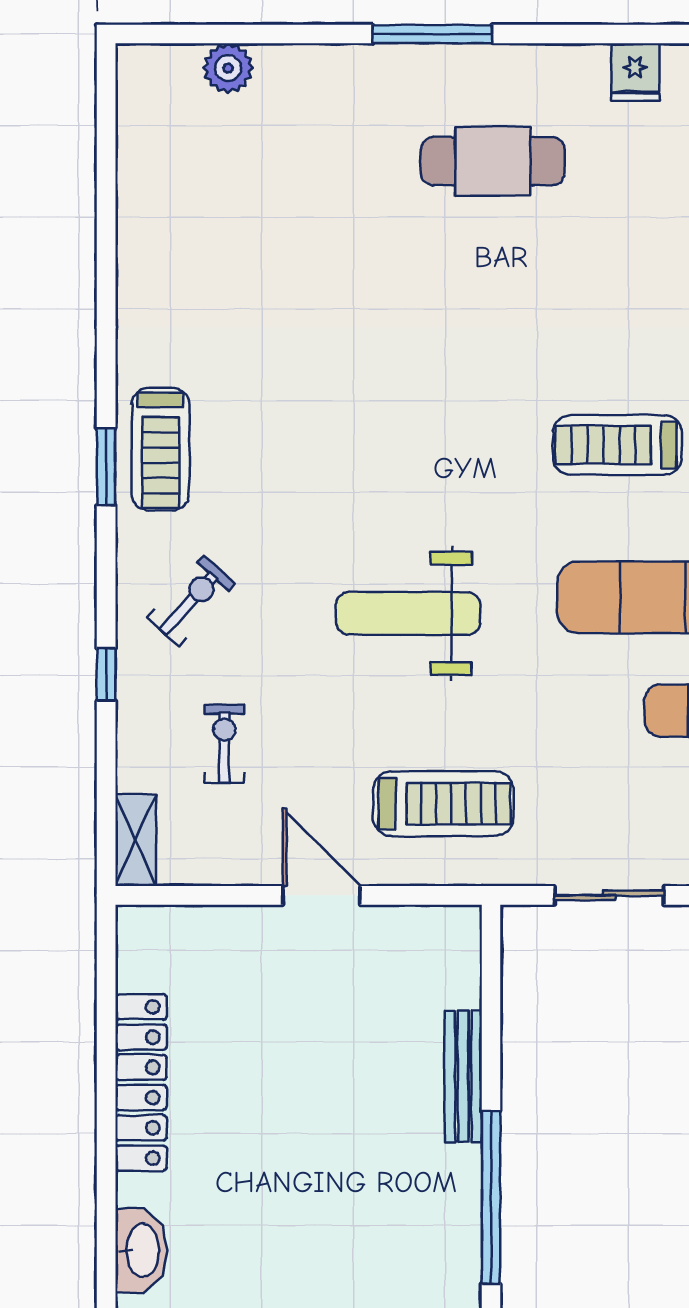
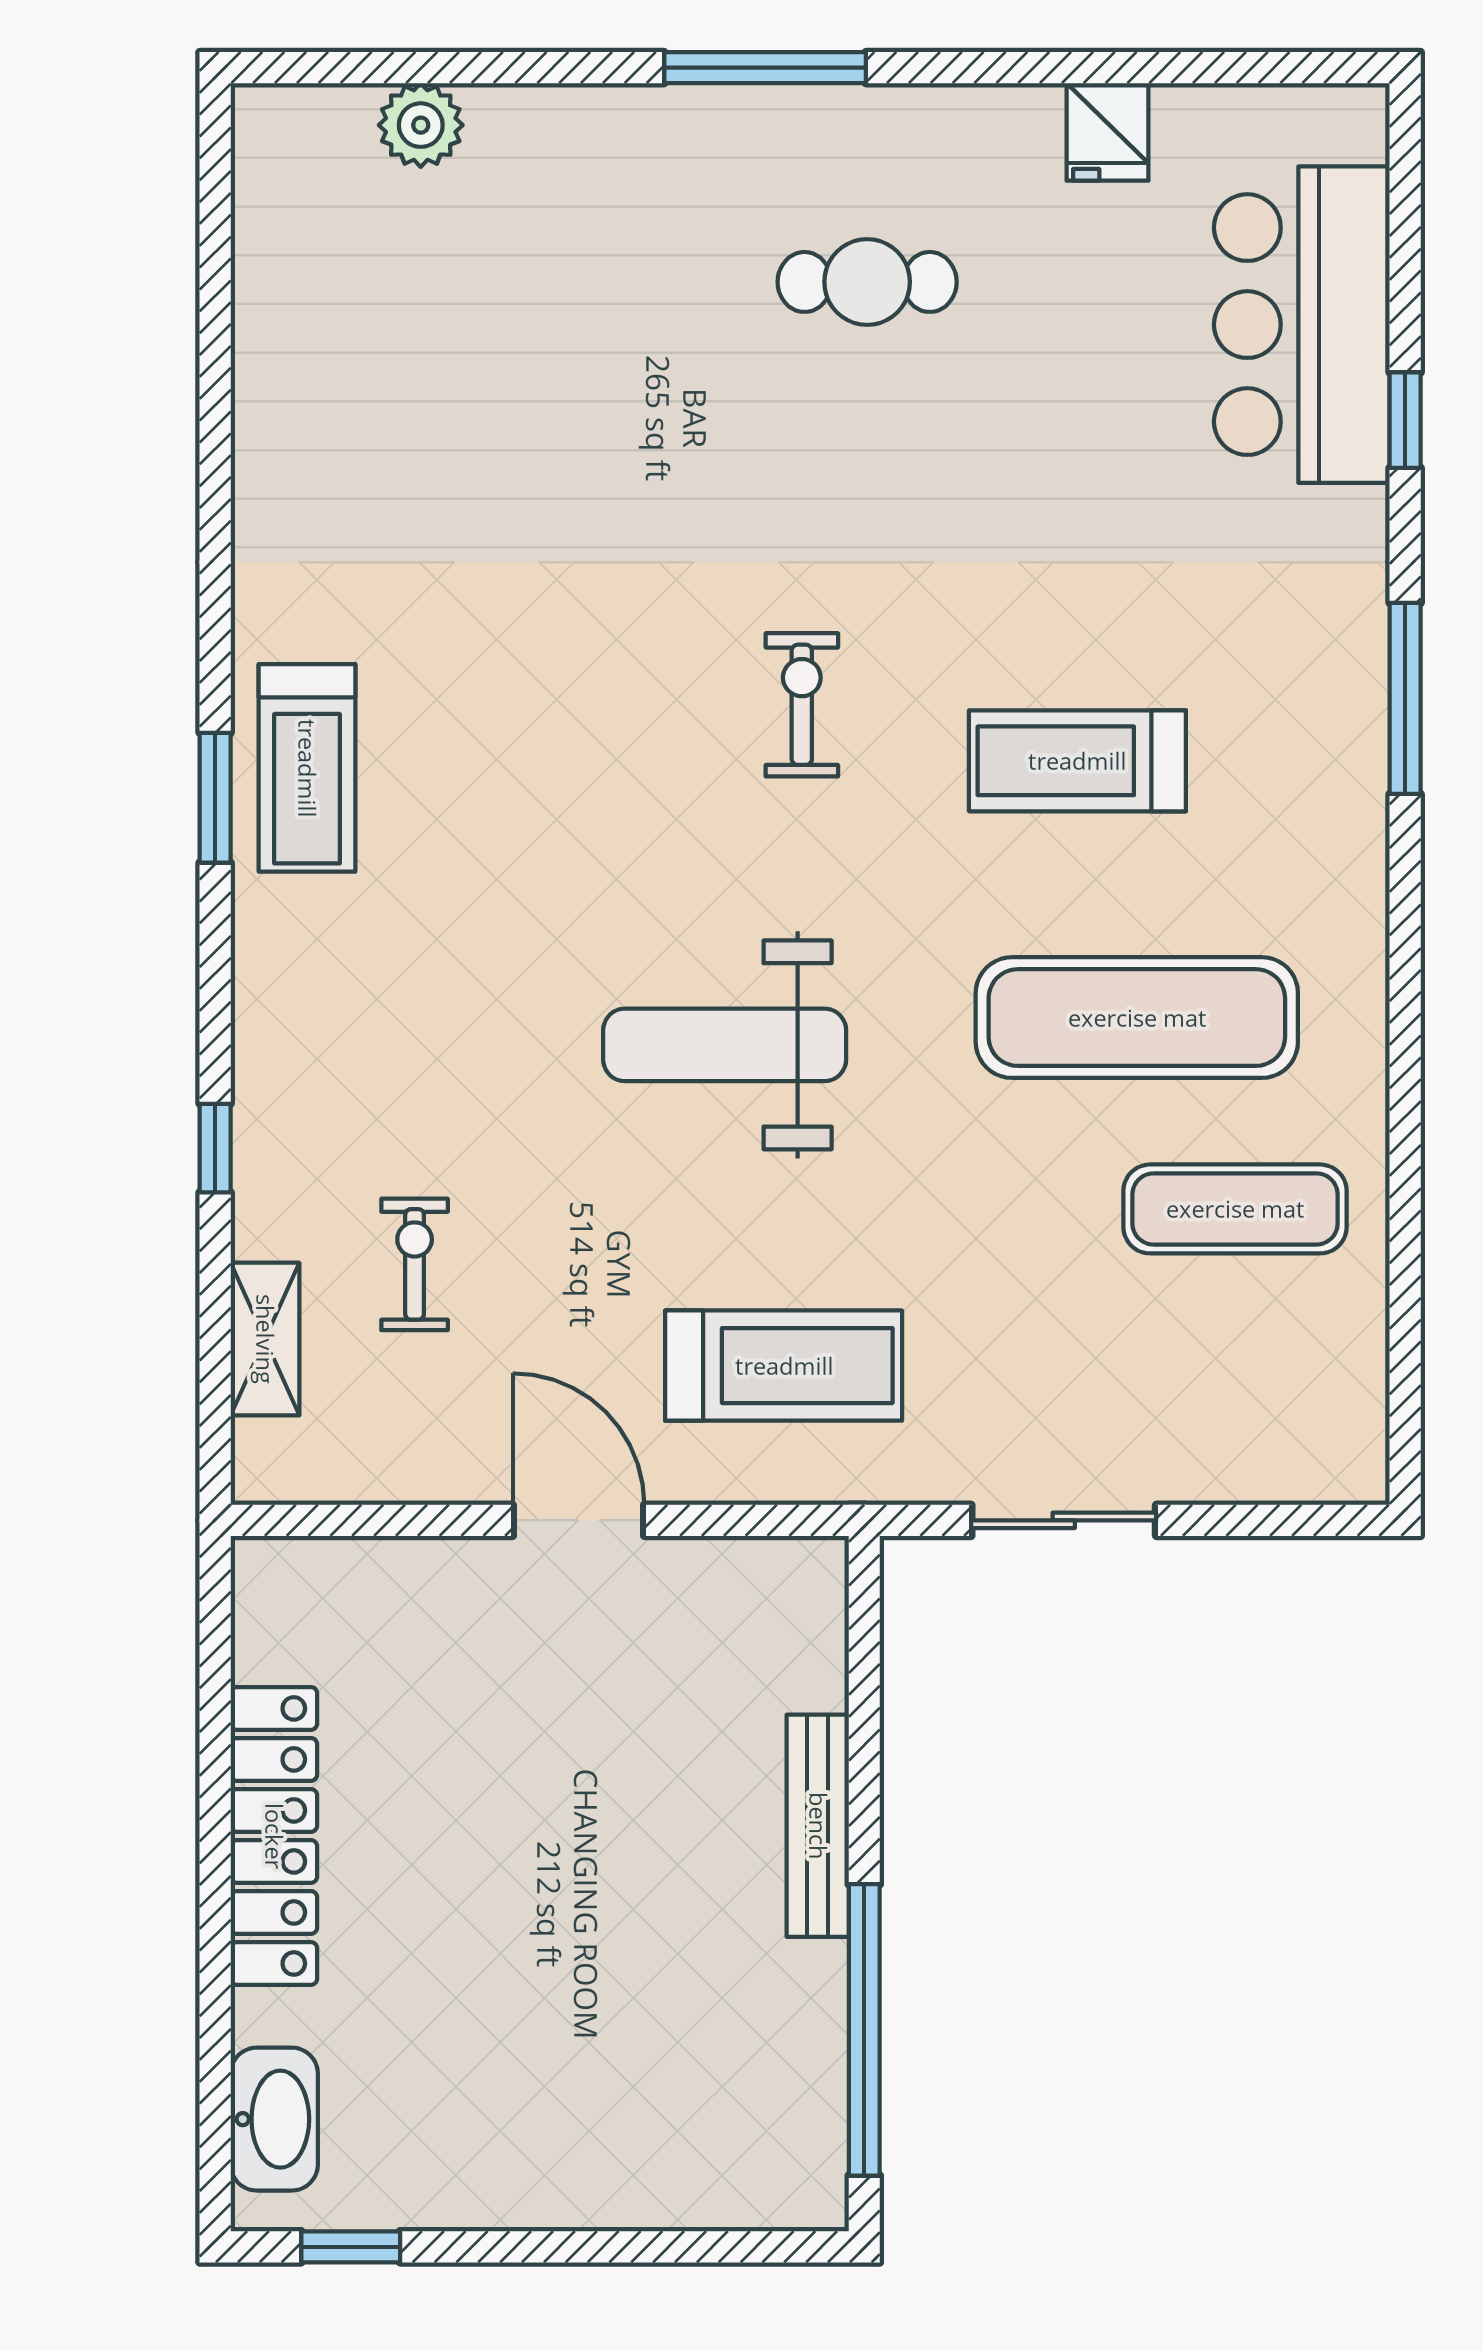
cafe table: (493, 161) -> (867, 282), width x0.73, depth x0.74
exercise bike: (191, 601) -> (802, 705), moved, turned -42
shelving: (136, 839) -> (265, 1339), moved

